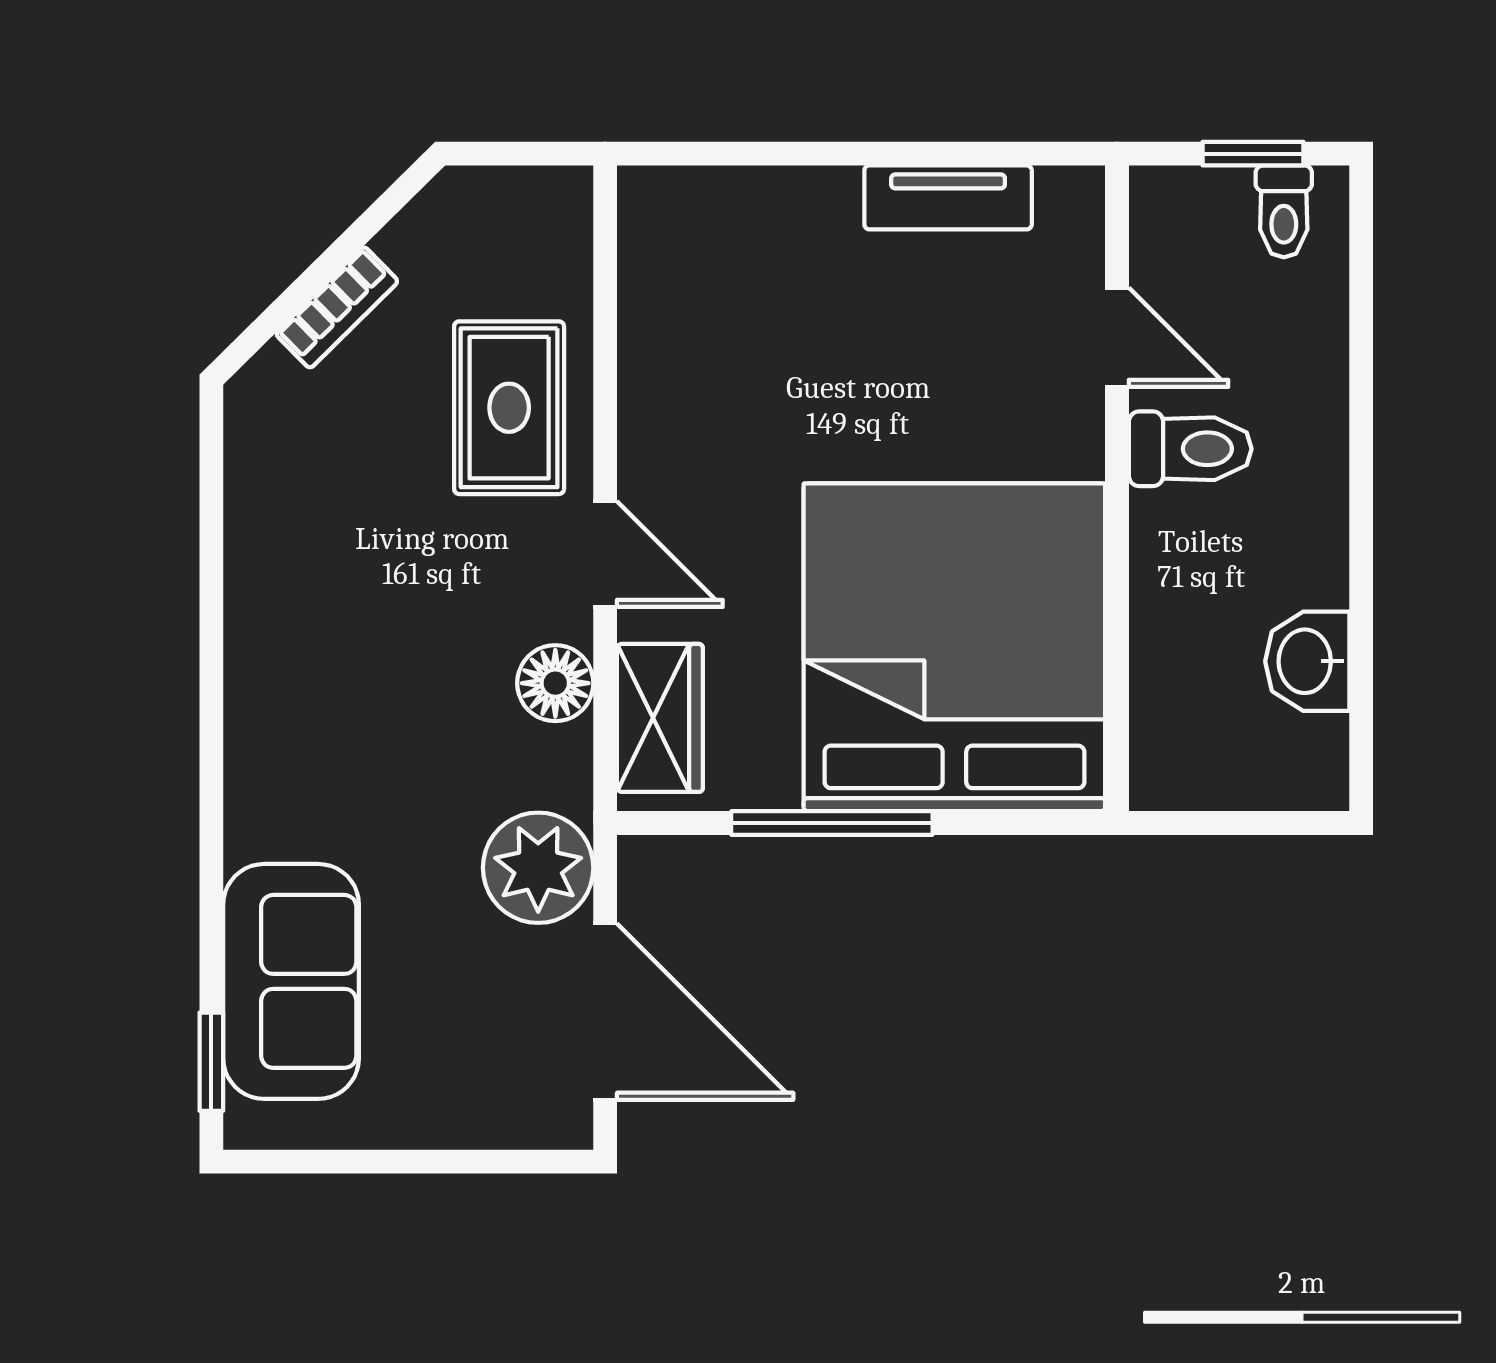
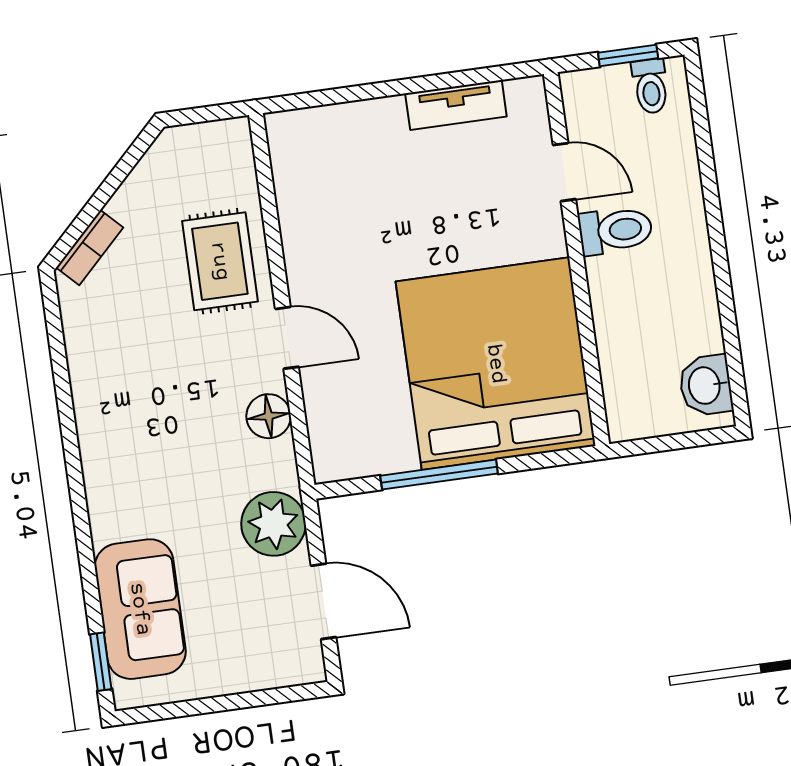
bookcase: (337, 307) -> (90, 247), moved
washbasin: (1307, 661) -> (706, 385), moved
wardrobe: (660, 718) -> (332, 428), removed
door: (605, 1012) -> (324, 601), width x0.73

